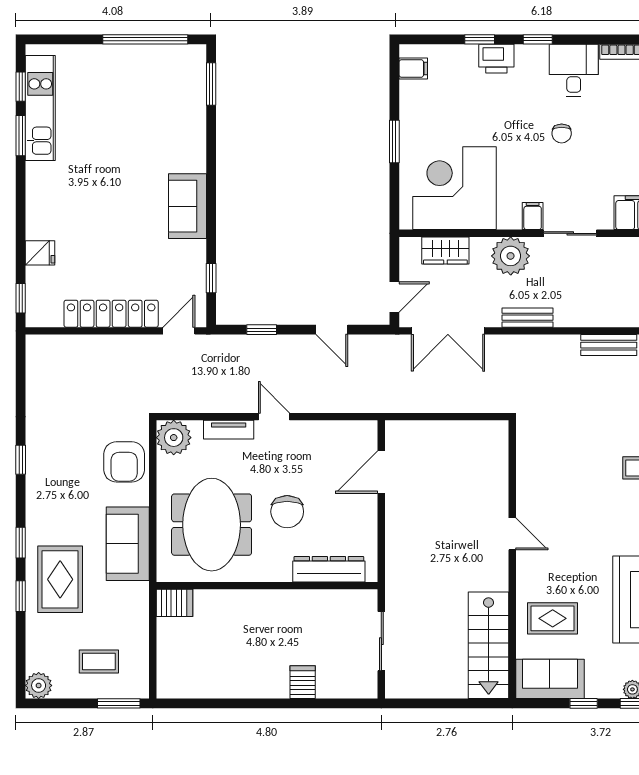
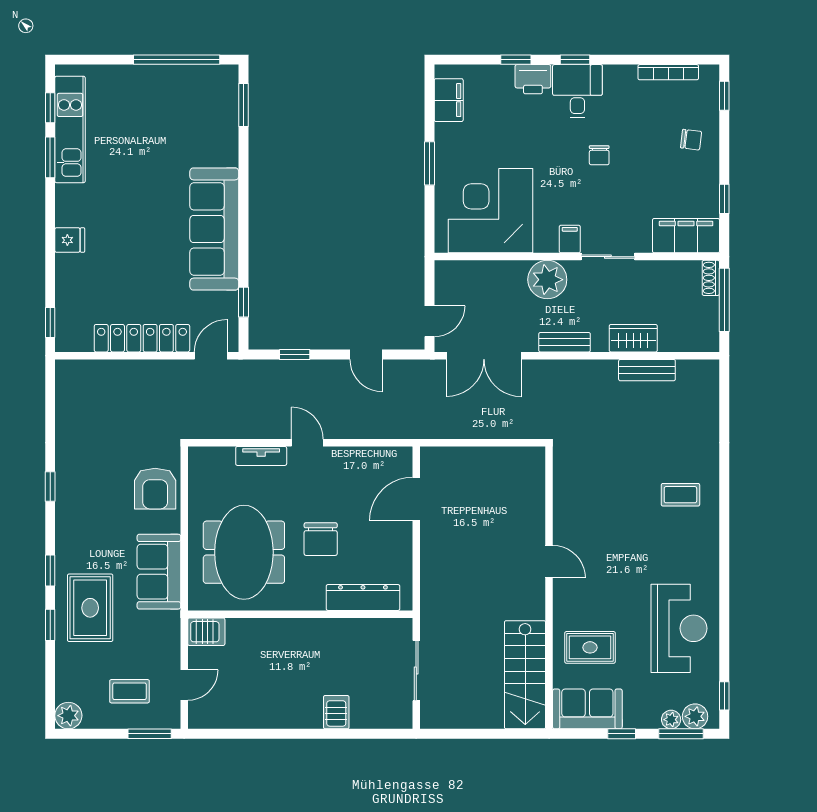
filing cabinet: (413, 68) -> (449, 100), width x2.00
desk: (574, 70) -> (577, 91), moved
sofa: (187, 206) -> (214, 229), width x1.85, depth x1.27
wardrobe: (445, 251) -> (633, 338), moved, turned 180
fridge: (40, 253) -> (70, 240), moved
plant: (174, 438) -> (205, 464), removed
door: (153, 655) -> (184, 685), added

